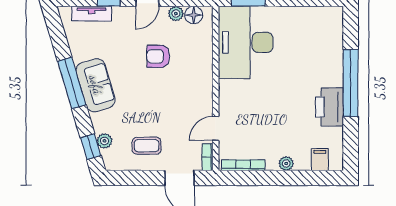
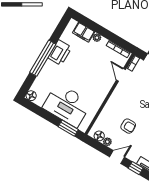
floor lamp: (334, 15) -> (31, 96), added
desk: (246, 42) -> (67, 105), moved, turned 90
door: (216, 128) -> (121, 75), swing flipped
filing cabinet: (320, 160) -> (84, 32), width x2.00

